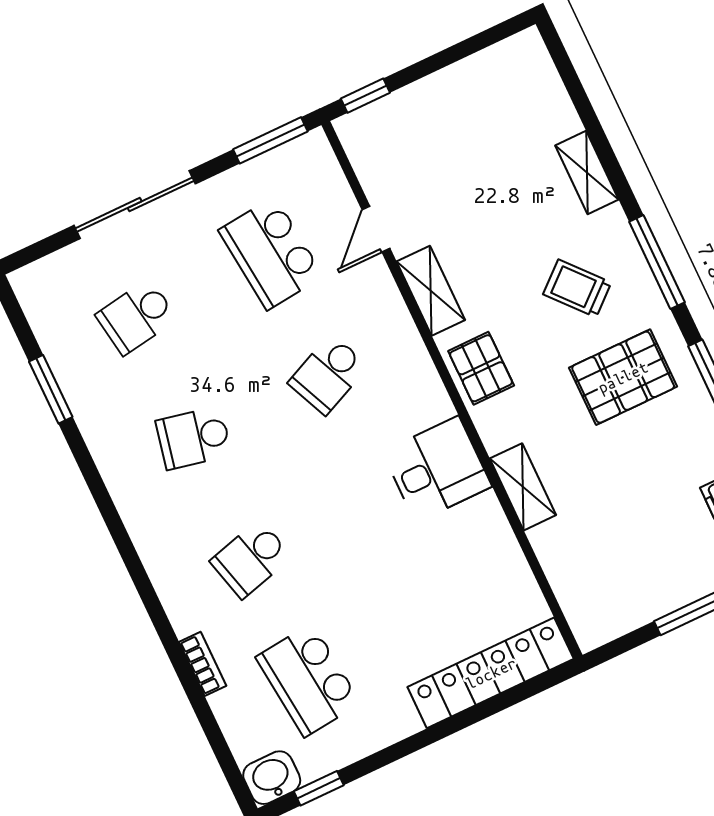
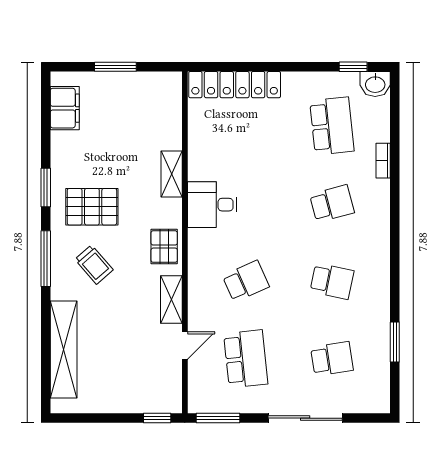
shelving: (587, 172) -> (64, 349), width x2.20, depth x1.33

